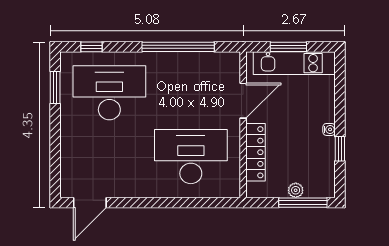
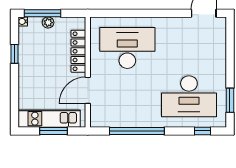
water cooler: (329, 129) -> (23, 21), moved
desk: (191, 157) -> (127, 48), turned 180

